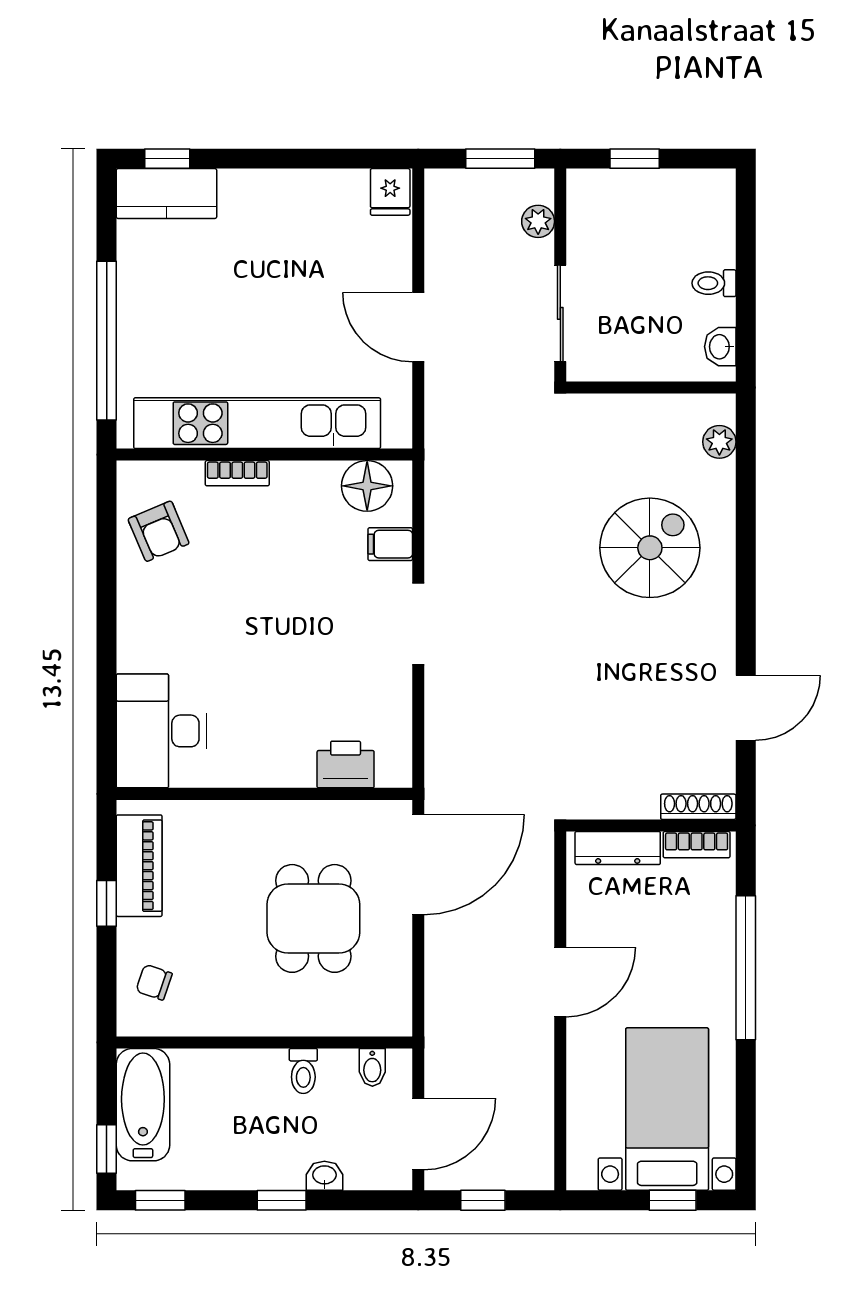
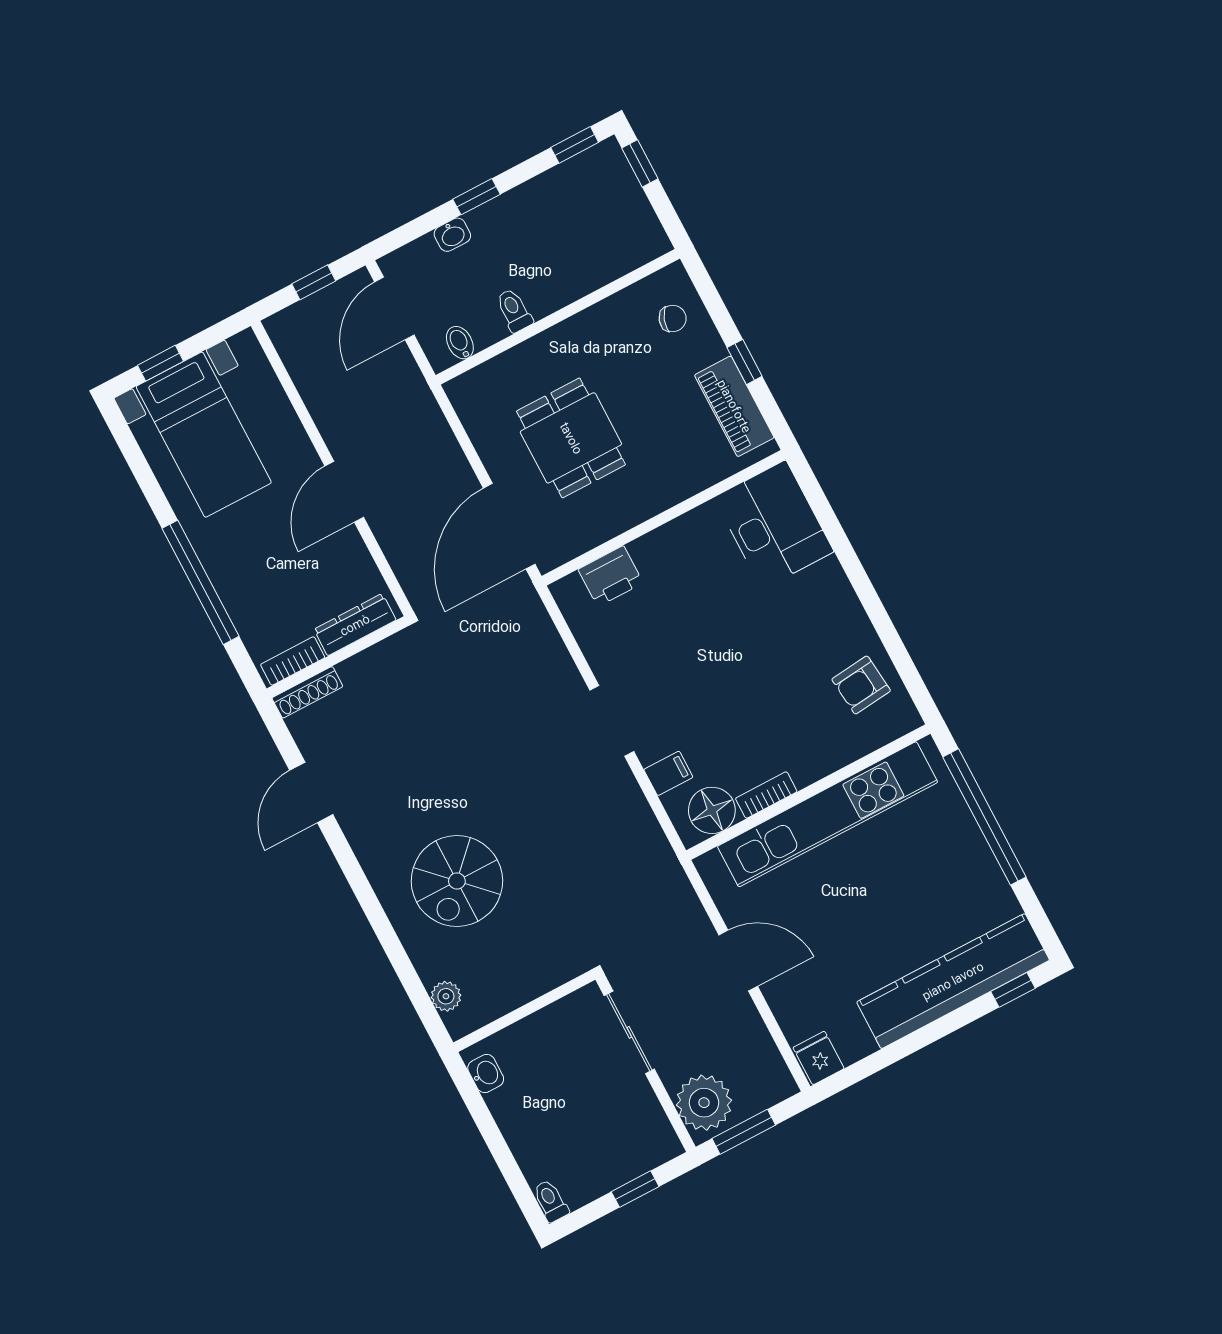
kitchen counter: (166, 194) -> (953, 981), width x2.08, depth x1.17
plant: (538, 221) -> (704, 1103), width x1.87, depth x1.87
toilet: (714, 283) -> (551, 1201), moved, turned -90
bookcase: (237, 473) -> (766, 795), moved
armchair: (159, 531) -> (861, 685), turned -73
bathtub: (143, 1105) -> (629, 215), removed

